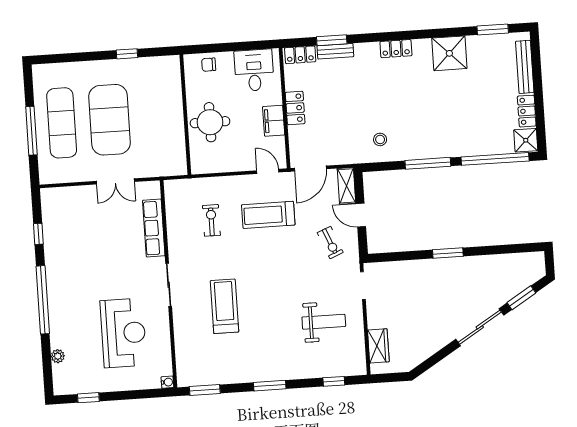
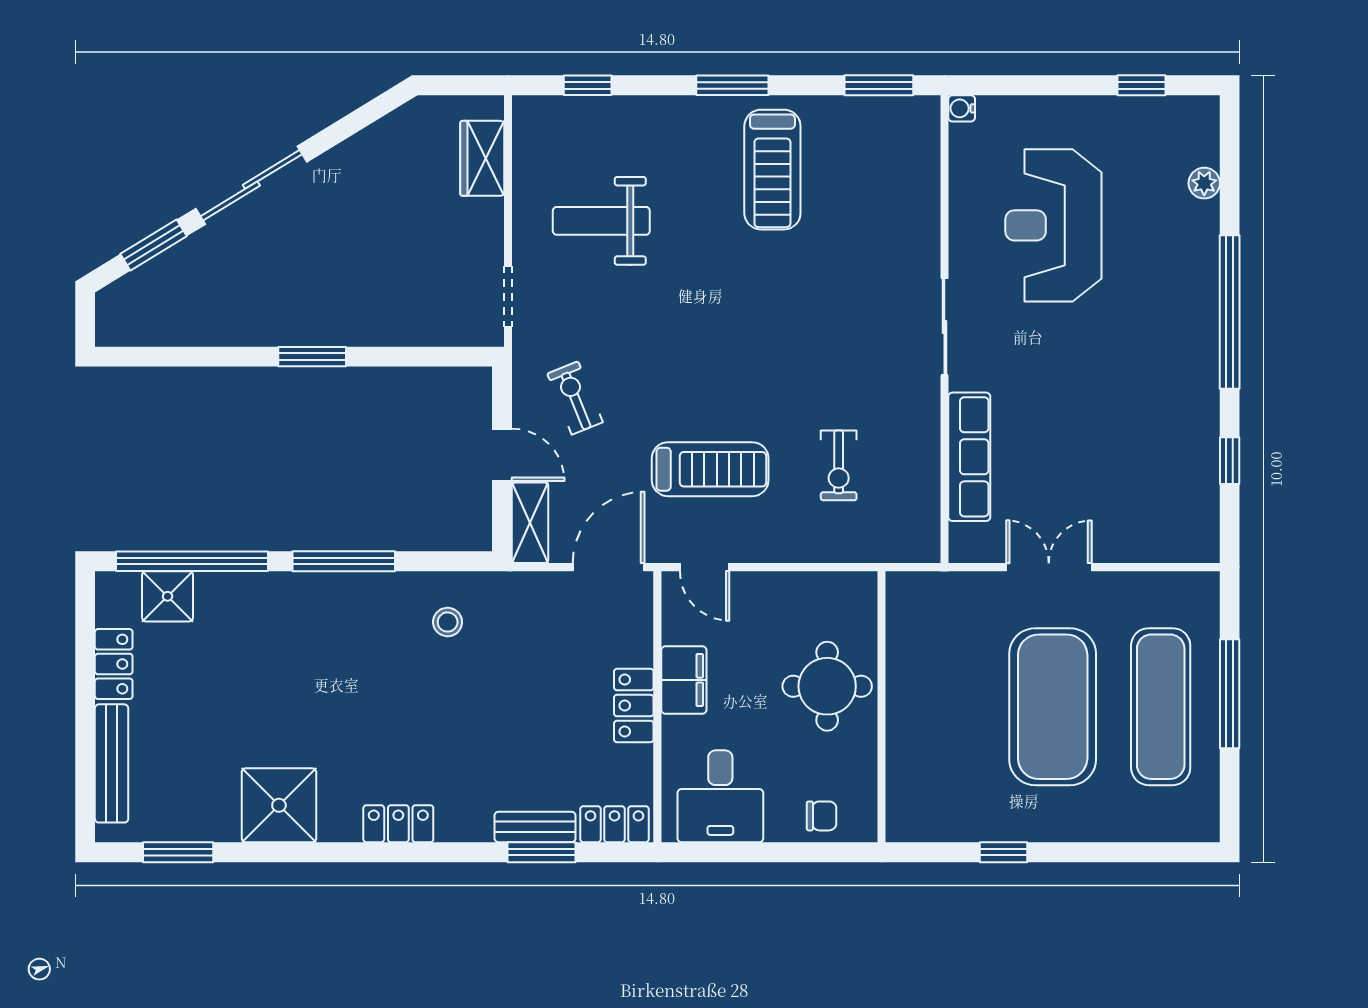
shower: (526, 140) -> (168, 596), moved
treadmill: (224, 306) -> (772, 170), moved

